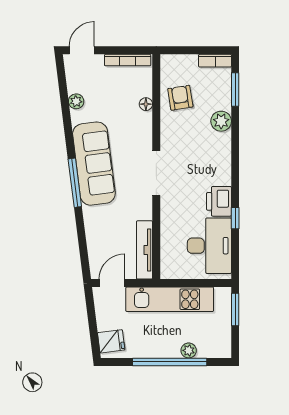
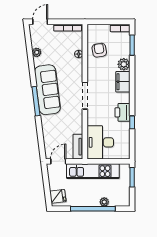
filing cabinet: (220, 150) -> (123, 82), added
desk: (209, 246) -> (100, 142), moved, turned 180
tv unit: (145, 250) -> (78, 147), width x0.71

